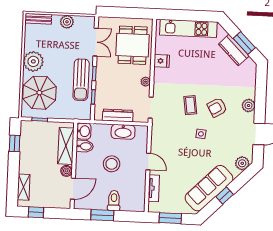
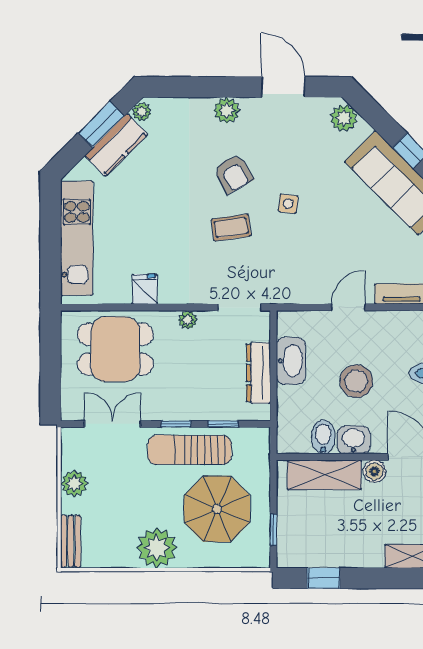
plant: (250, 63) -> (142, 112), added
sun lounger: (81, 80) -> (190, 450), turned 180
parasol: (39, 93) -> (217, 509), moved
washbasin: (84, 131) -> (354, 440), moved

